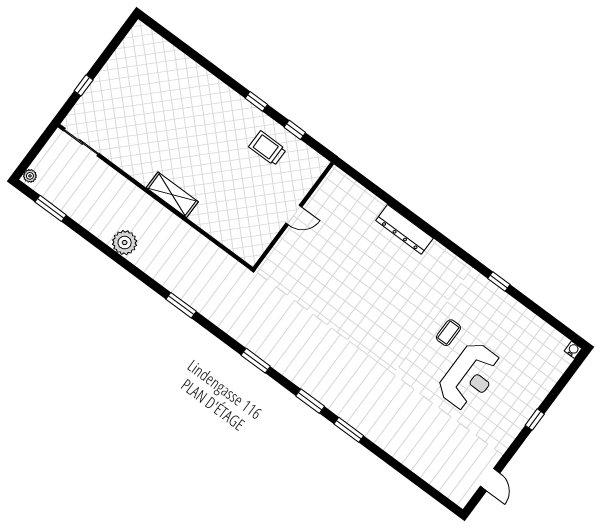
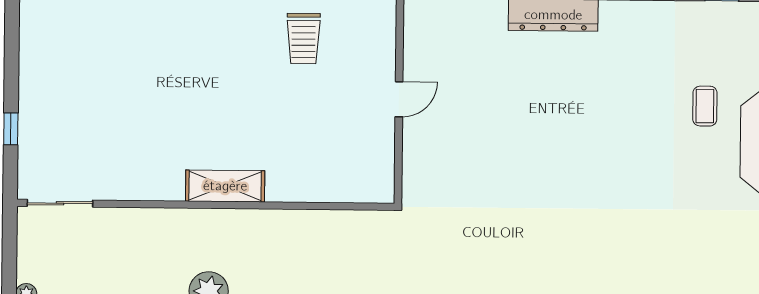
trolley: (268, 148) -> (304, 38), turned -90

